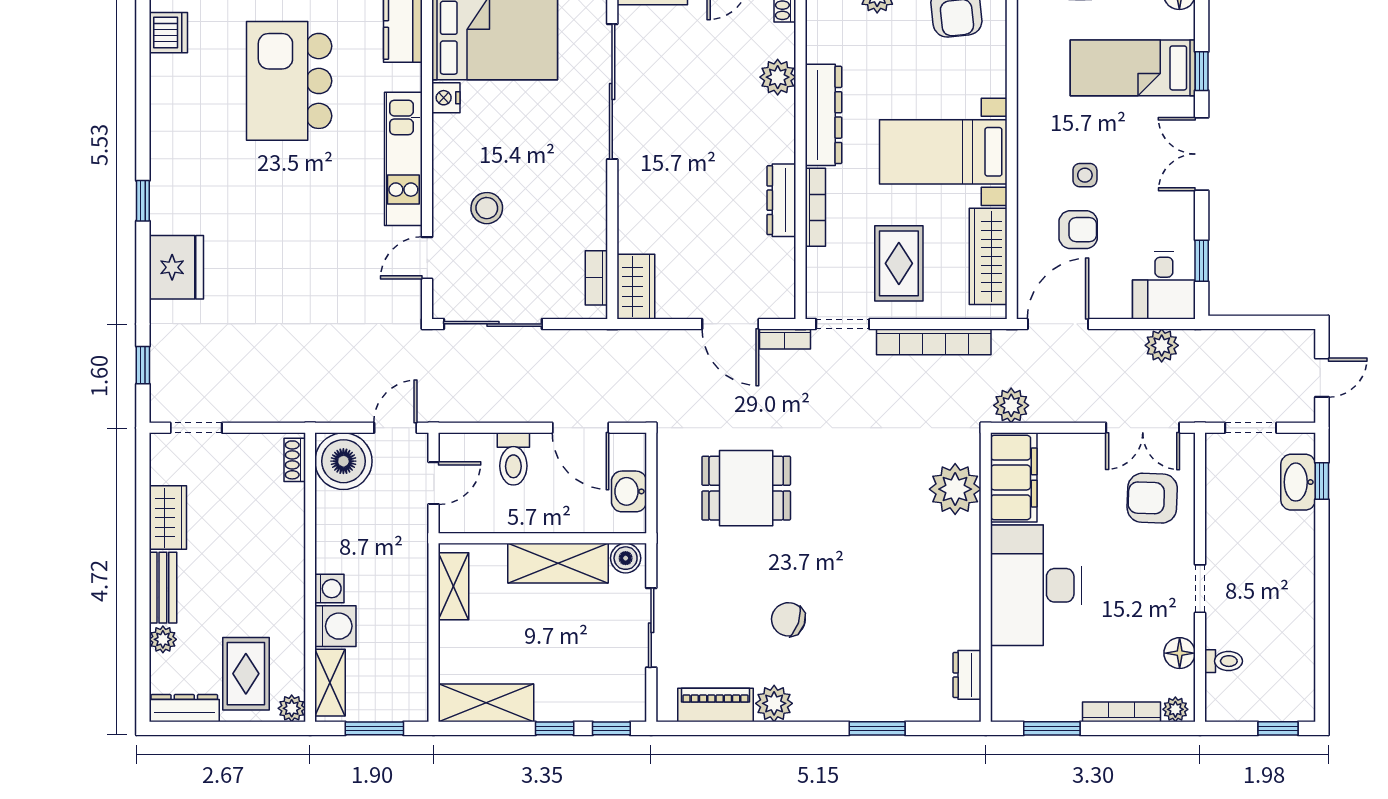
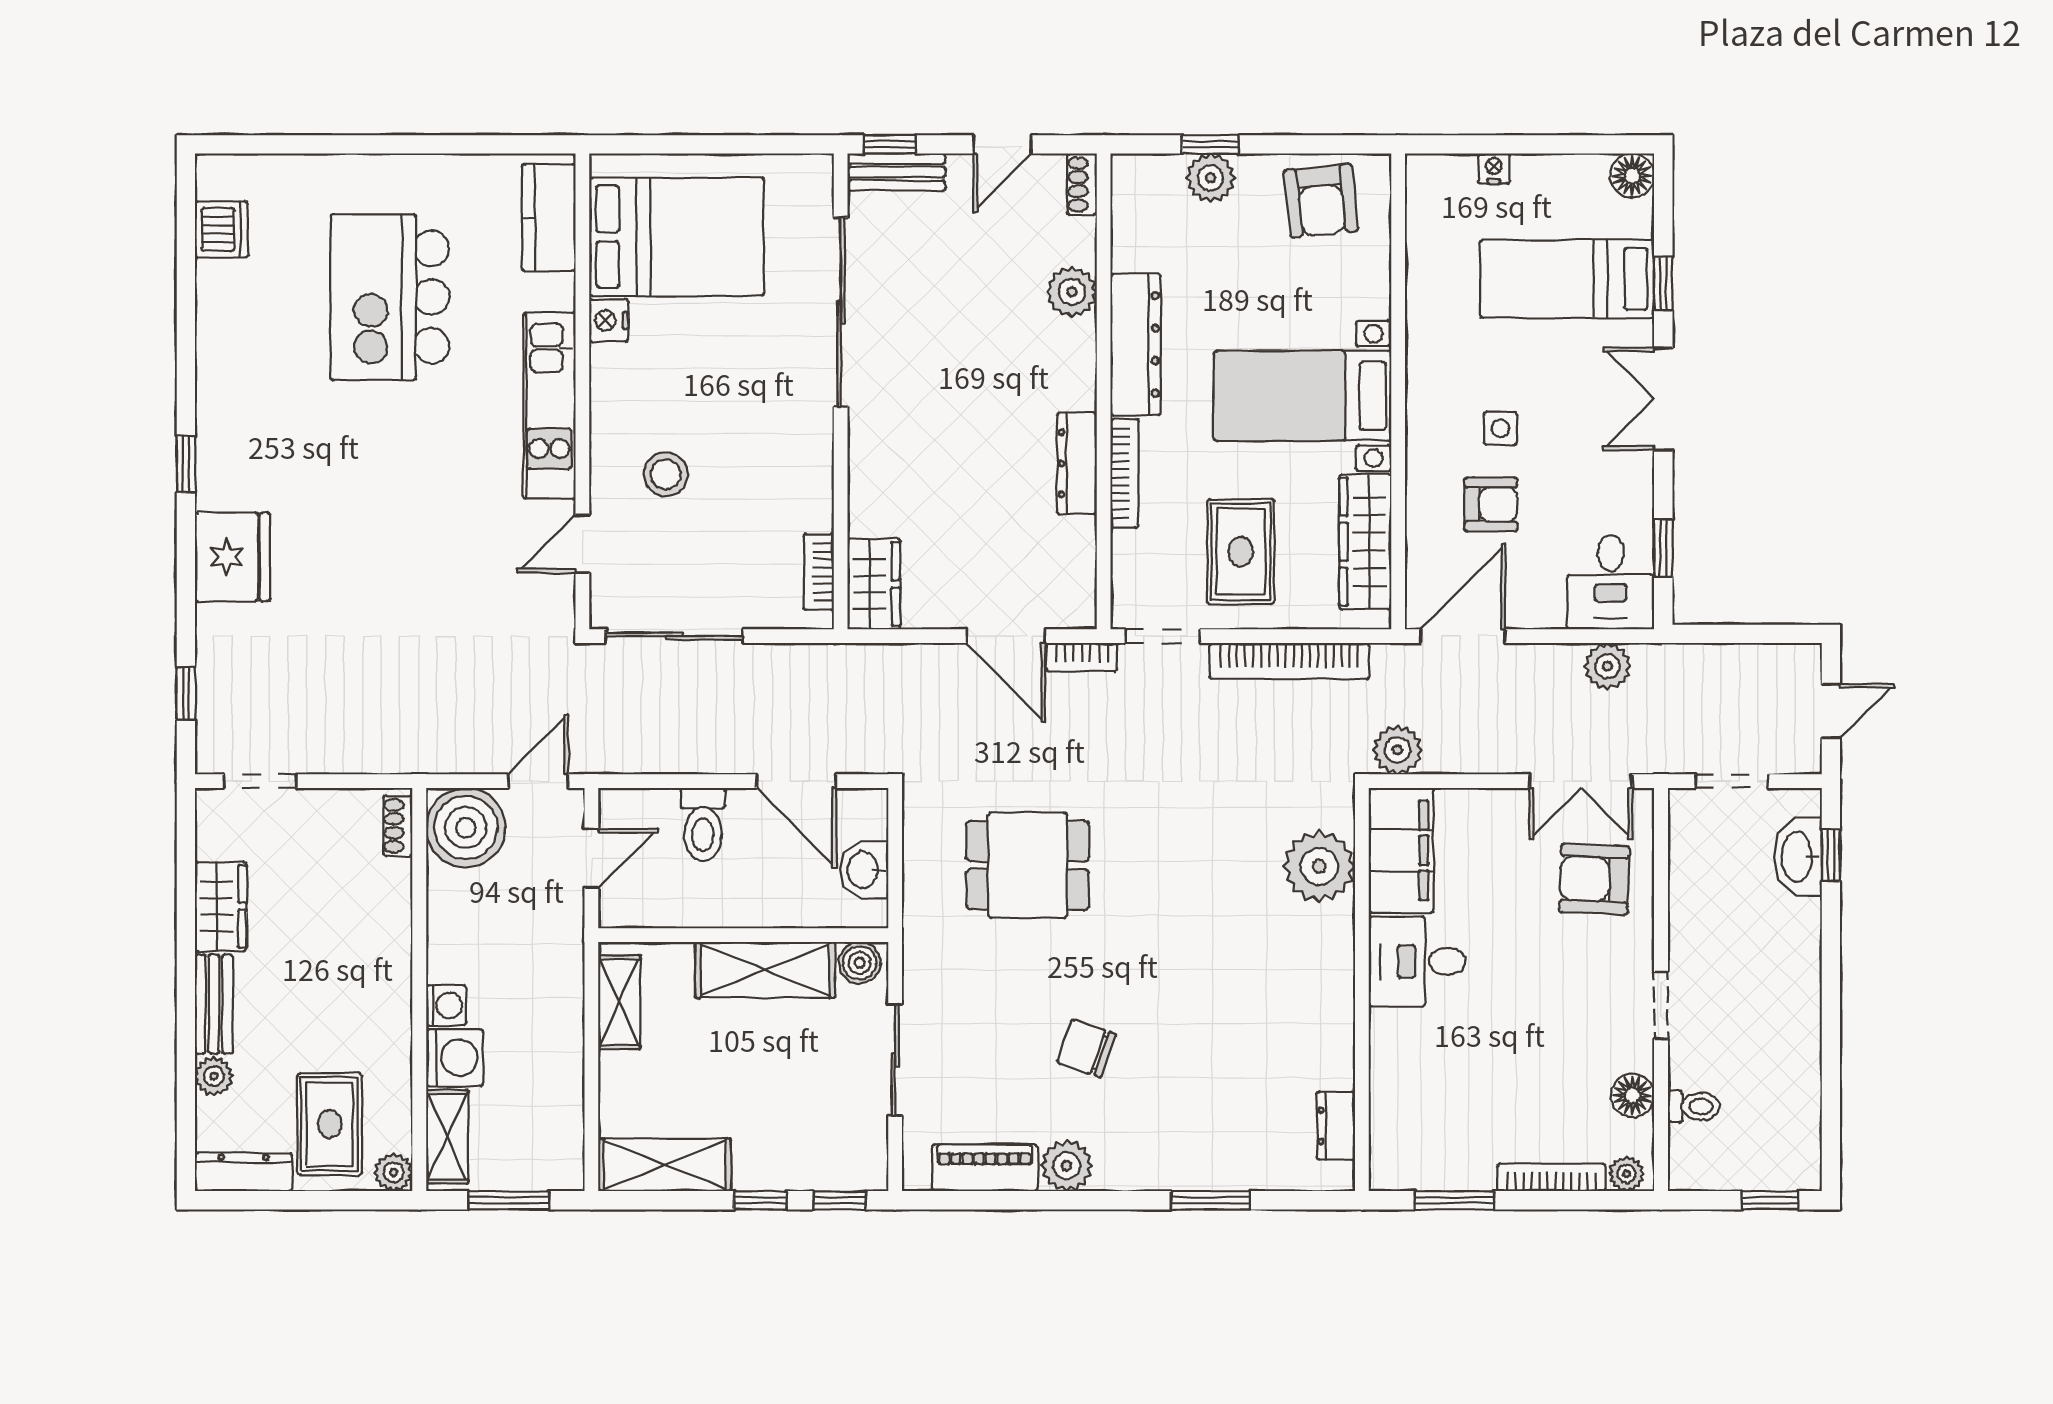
desk: (1036, 585) -> (1417, 961), width x0.53, depth x0.77

